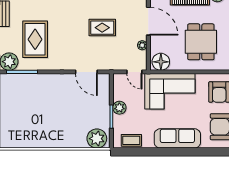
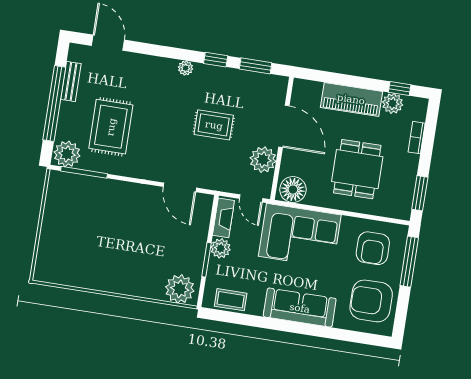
plant: (142, 45) -> (263, 160), width x1.88, depth x1.88
fireplace: (118, 87) -> (223, 218), added

